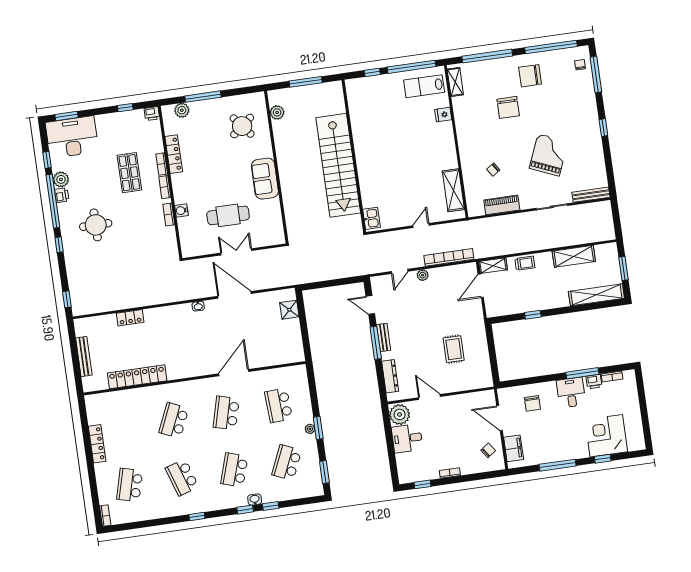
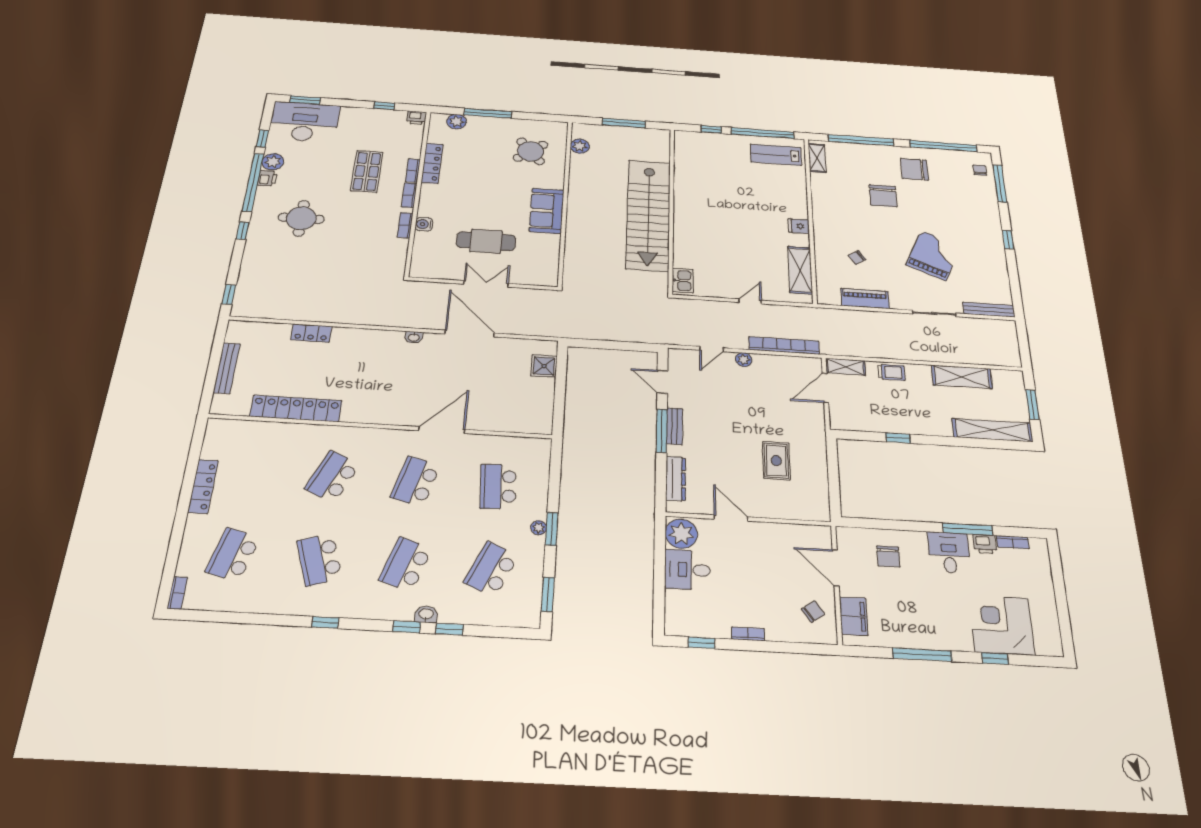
fridge: (443, 115) -> (799, 226), moved

